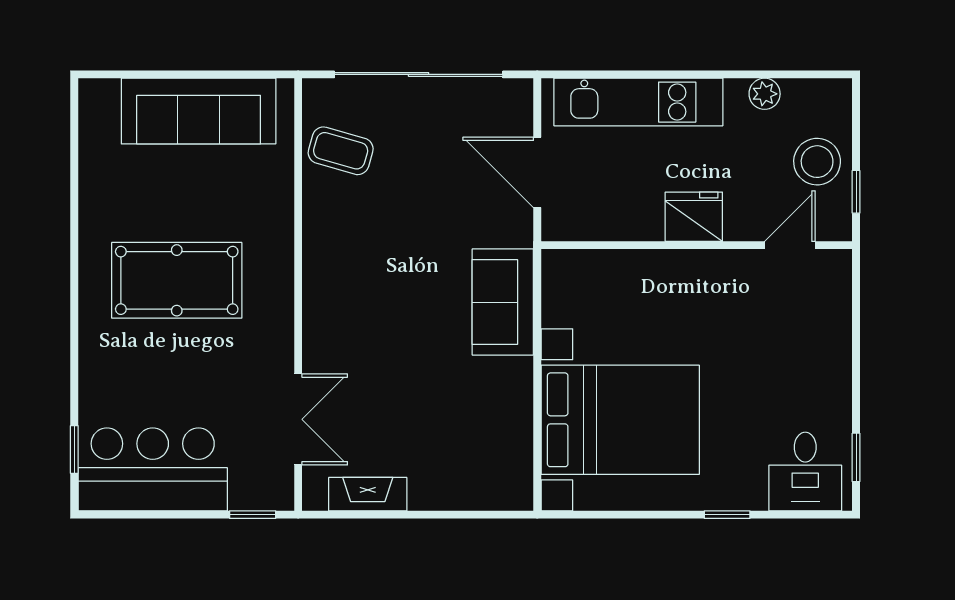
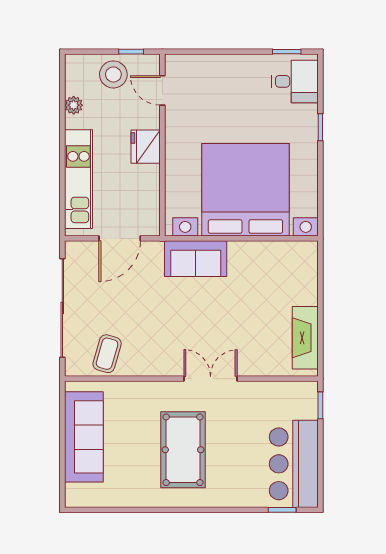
double door: (298, 419) -> (211, 379), moved
bed with nightstands: (620, 420) -> (245, 190), width x1.36
fireplace: (368, 494) -> (305, 338), width x1.37, depth x1.32

